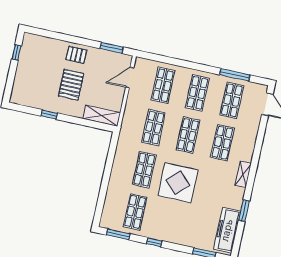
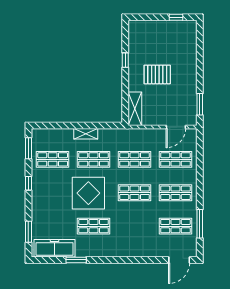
pallet: (76, 55) -> (186, 73), removed
door: (130, 78) -> (176, 127), swing flipped
shop shelf: (222, 143) -> (94, 226), moved
shelving: (243, 174) -> (86, 134), moved

